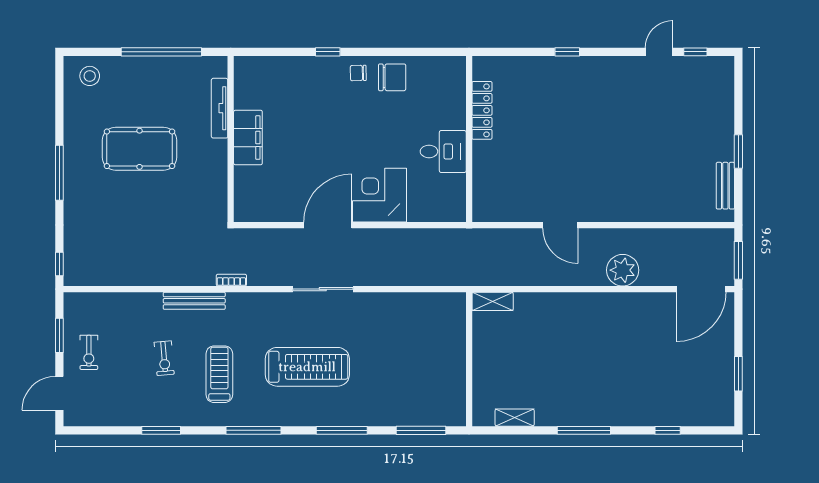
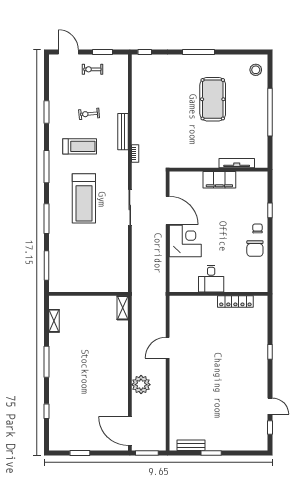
tv unit: (220, 108) -> (237, 163), moved
filing cabinet: (248, 138) -> (219, 180), moved
wall: (231, 139) -> (219, 170), moved

